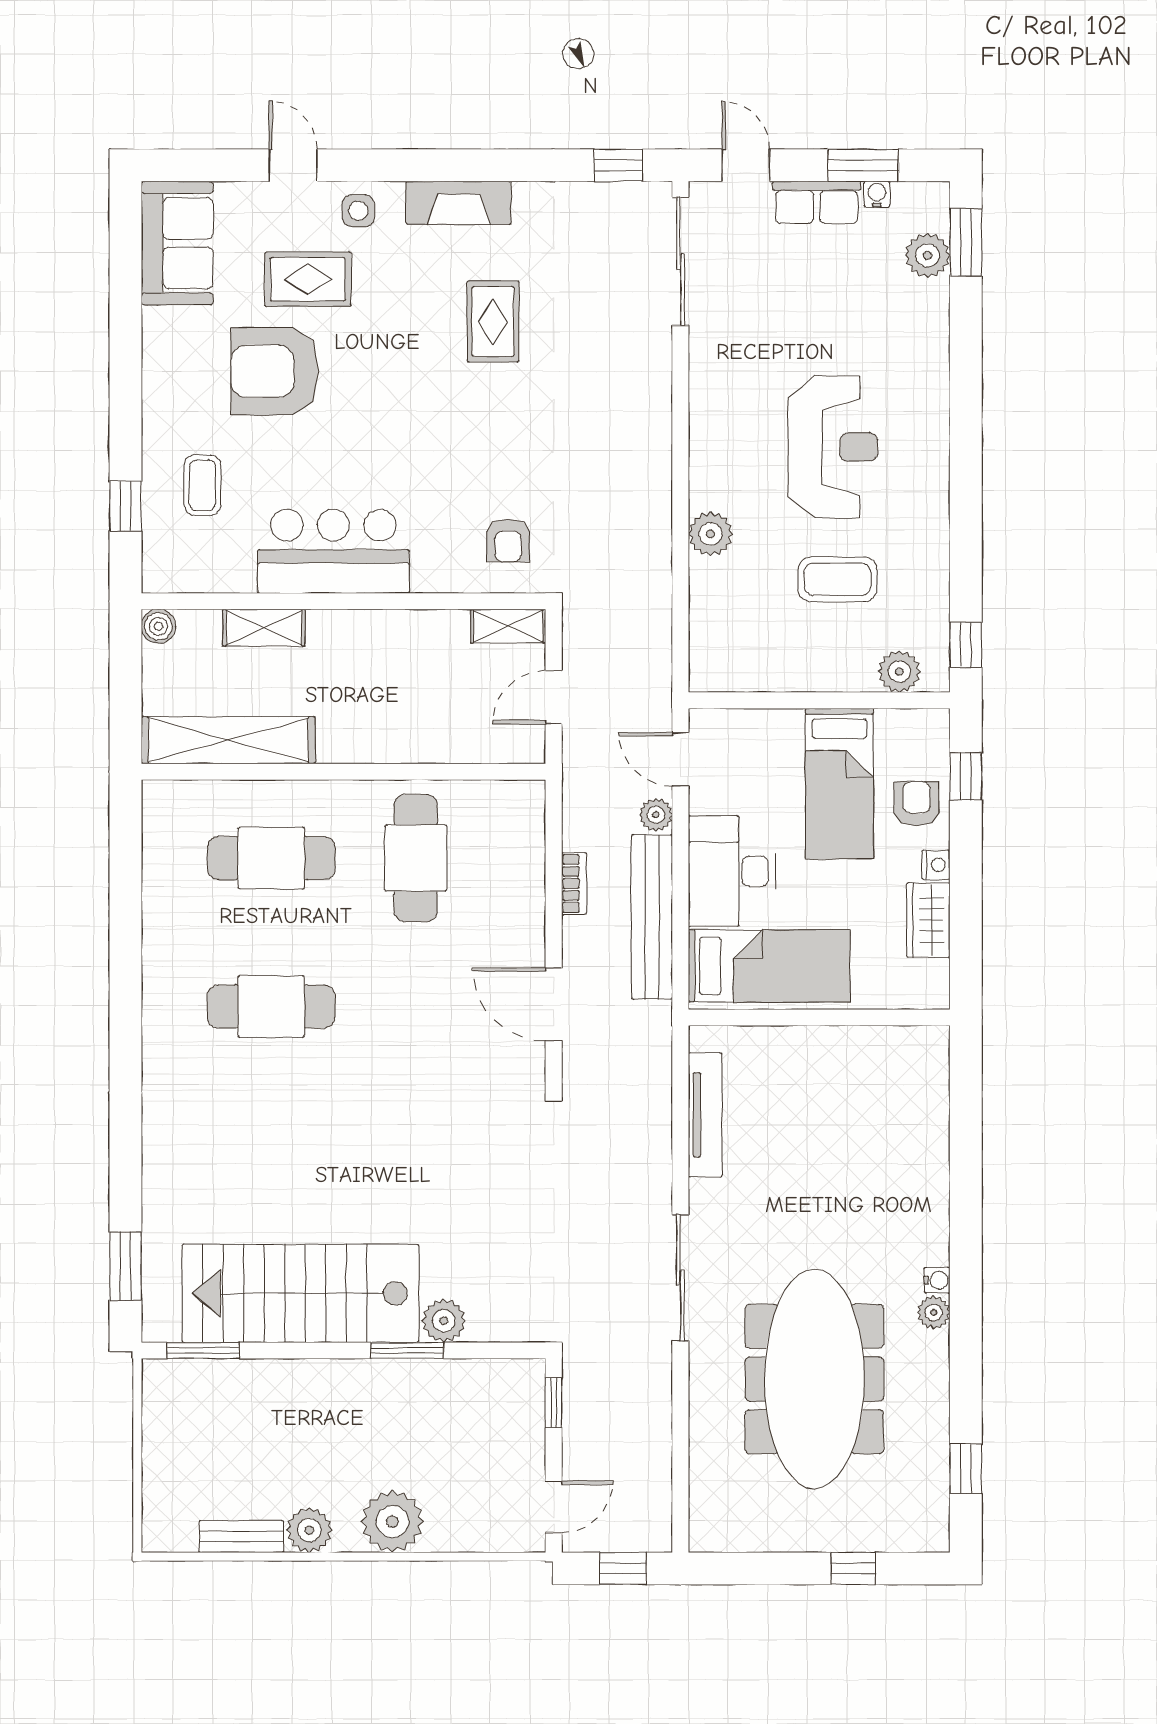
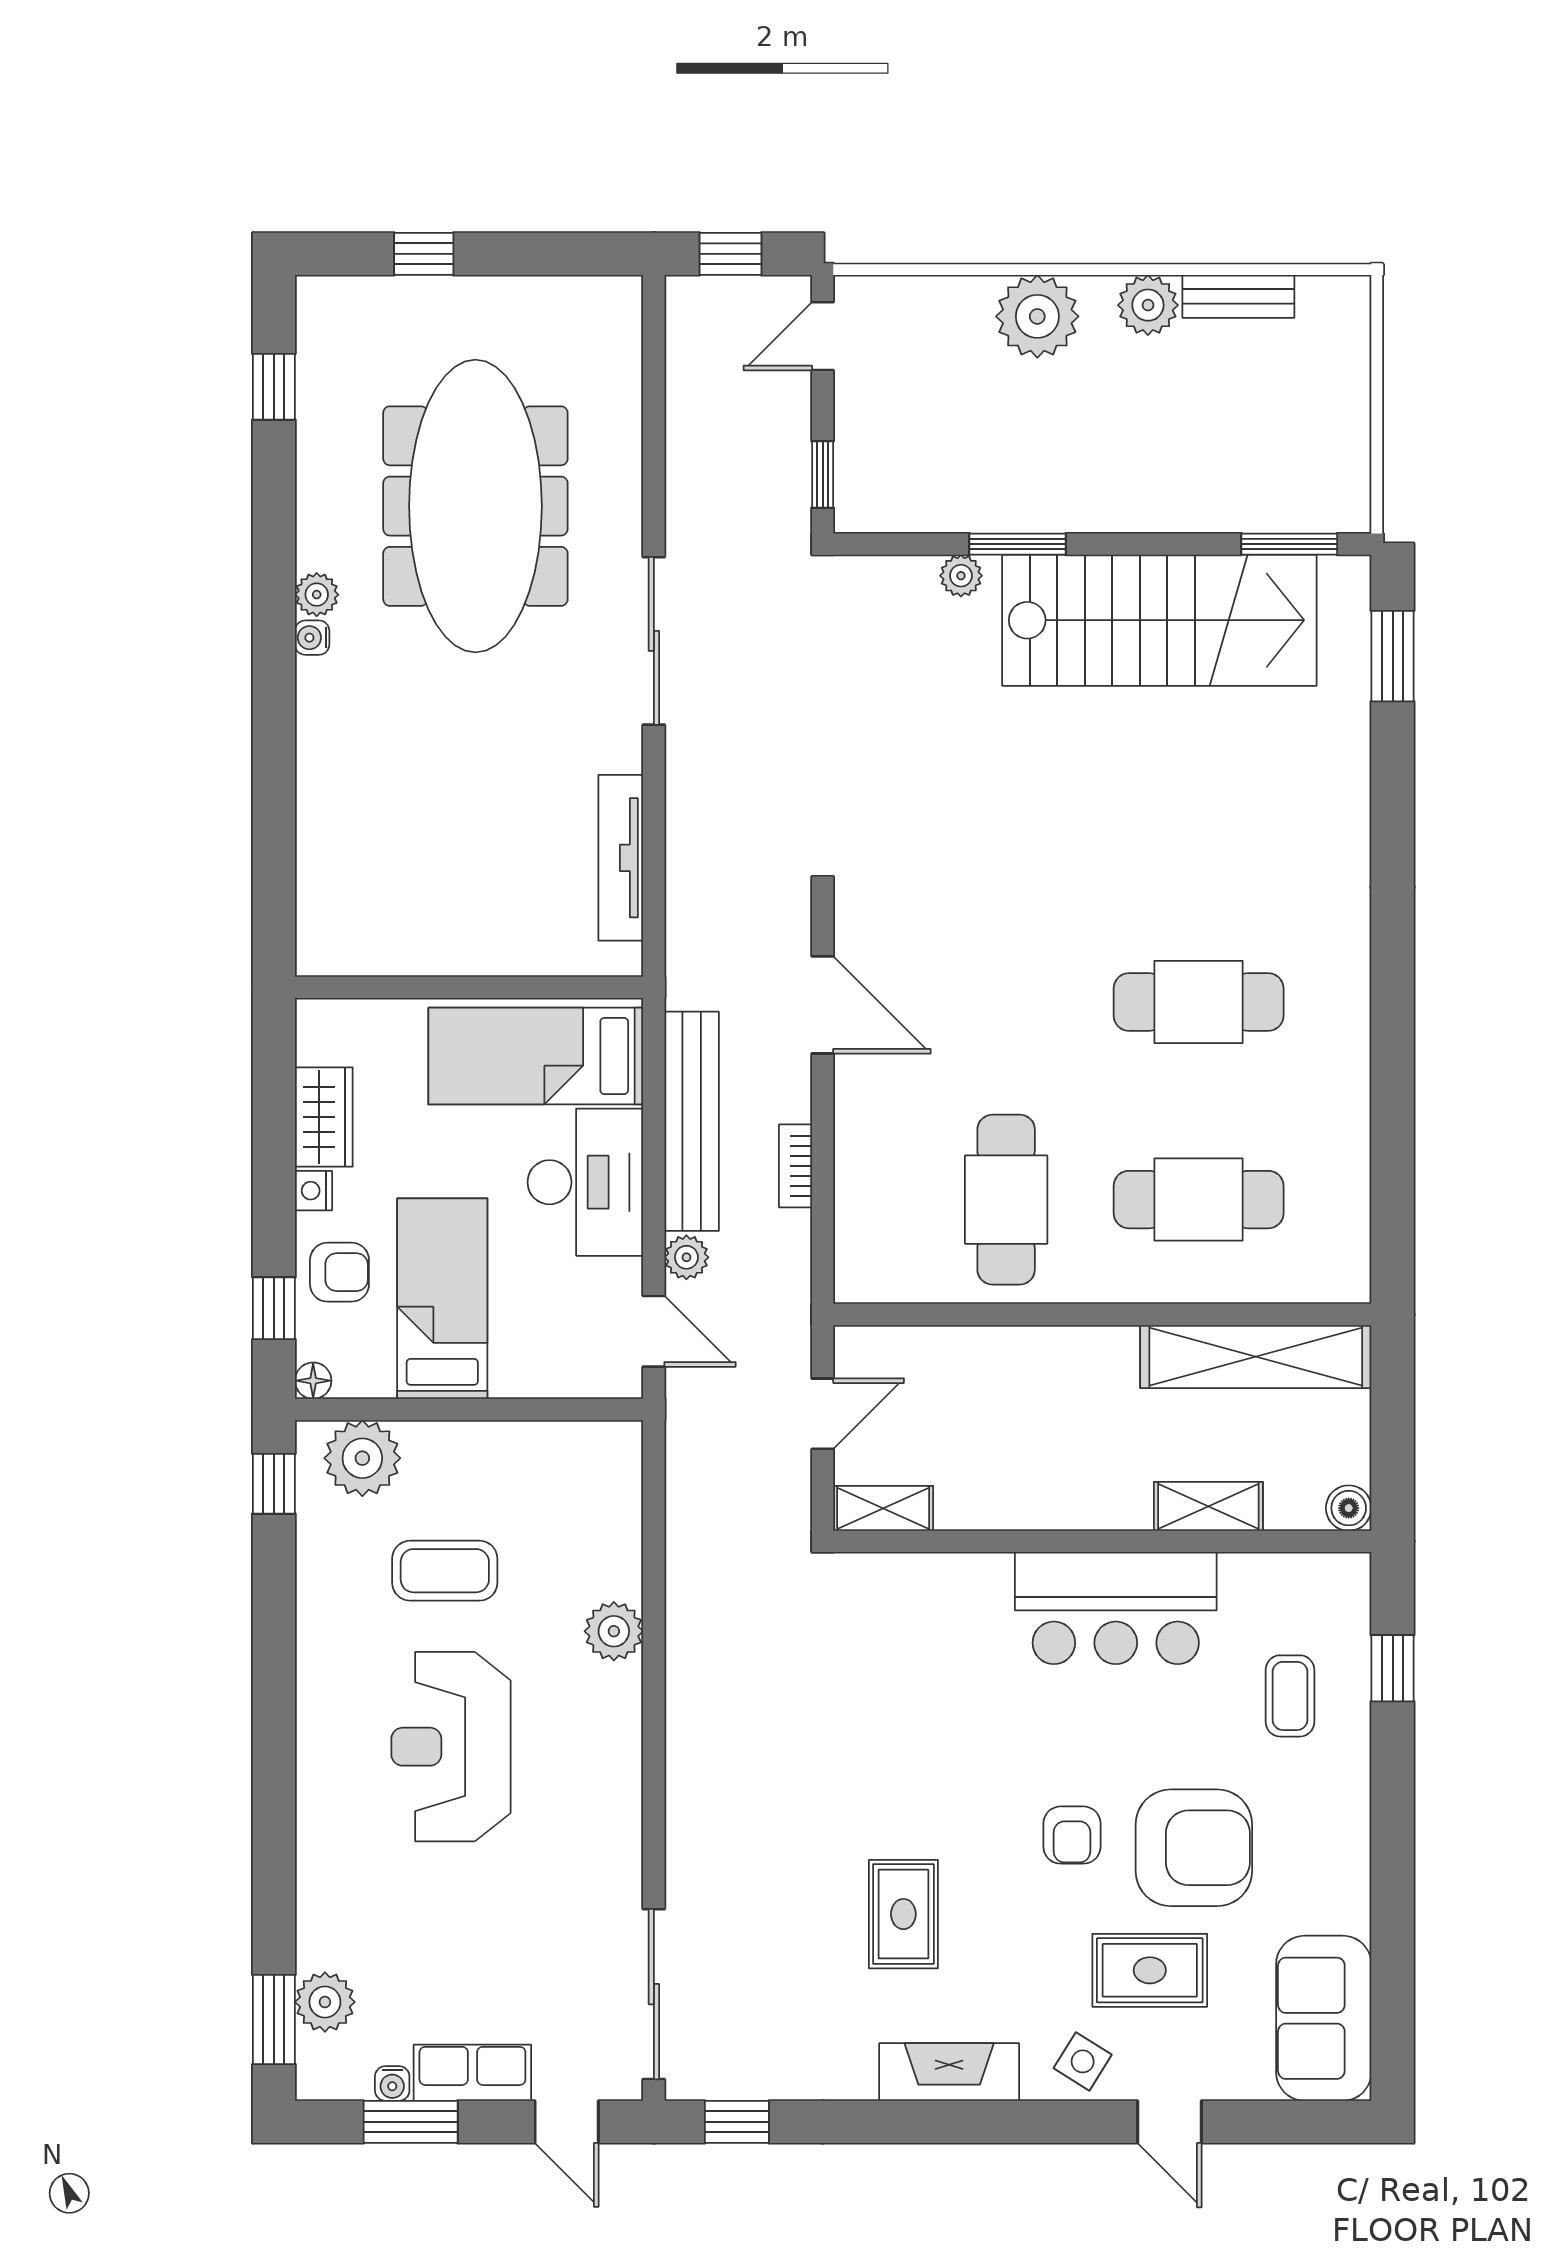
side table: (358, 211) -> (1083, 2061), turned 32
armchair: (508, 540) -> (1072, 1835), moved, turned 180
plant: (899, 671) -> (362, 1458), width x1.36, depth x1.36
floor lamp: (936, 722) -> (313, 1381), added
armchair: (917, 804) -> (339, 1272), turned -90
plant: (444, 1321) -> (961, 576), width x0.73, depth x0.73

